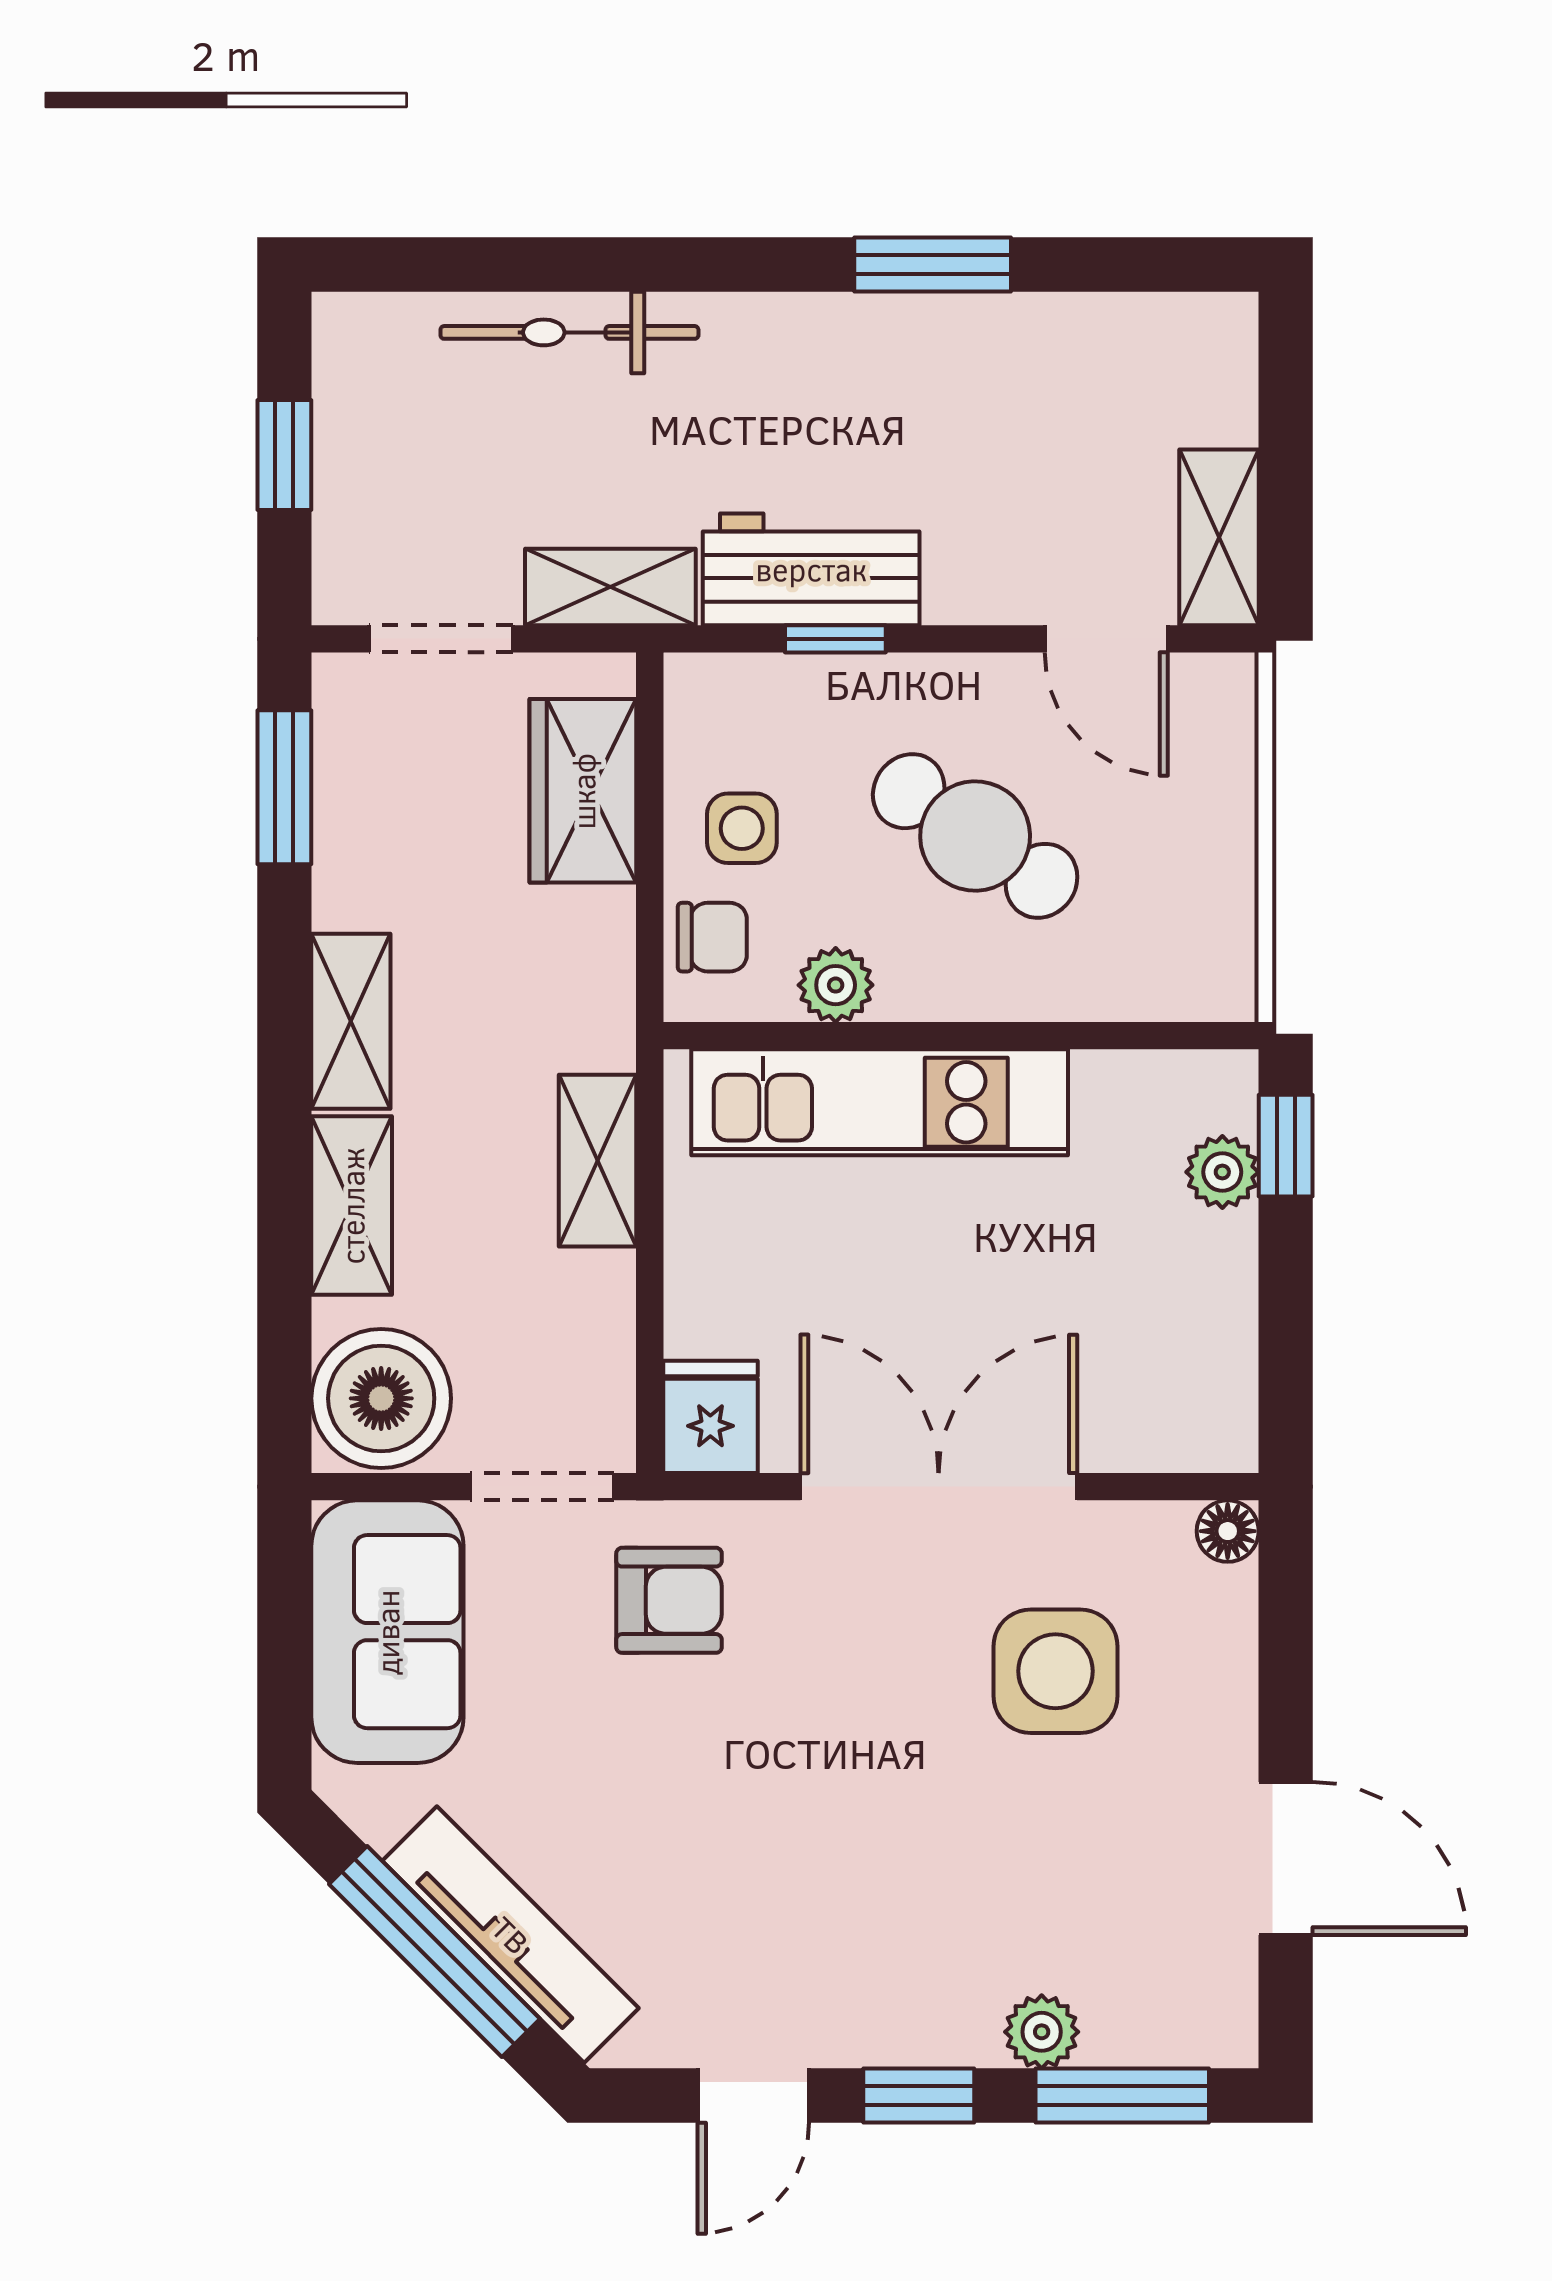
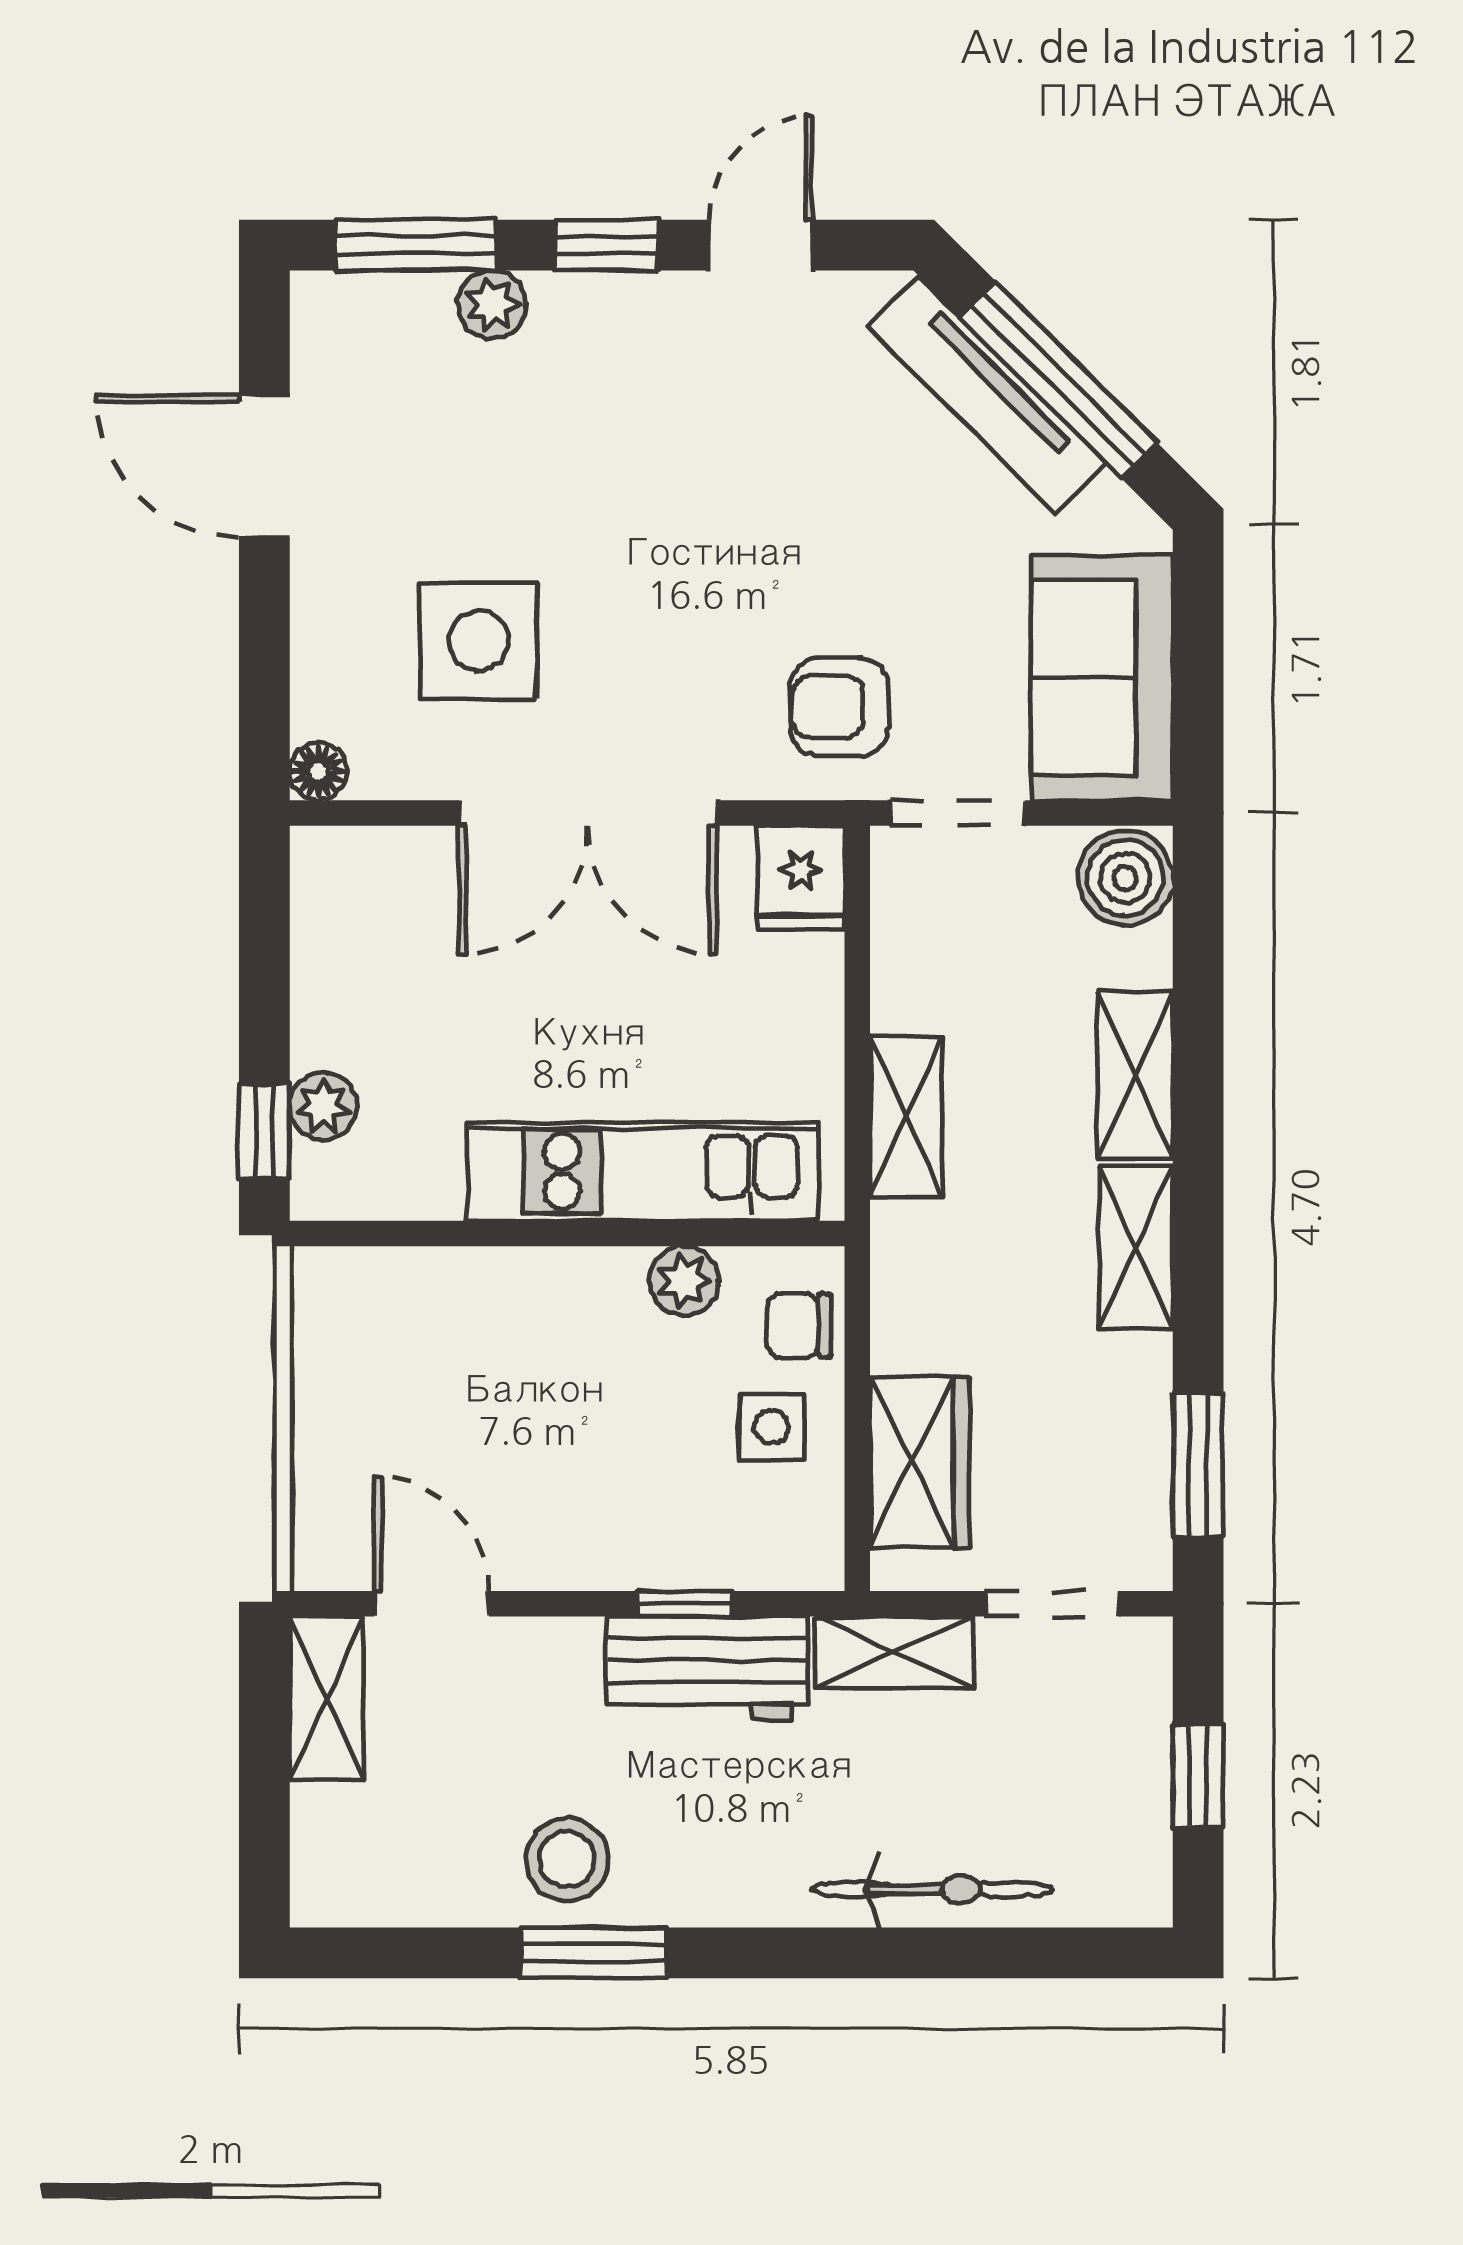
stool: (961, 365) -> (567, 1859), added
cafe table: (975, 836) -> (554, 1420), removed
boiler: (381, 1398) -> (1125, 878), width x0.73, depth x0.73

